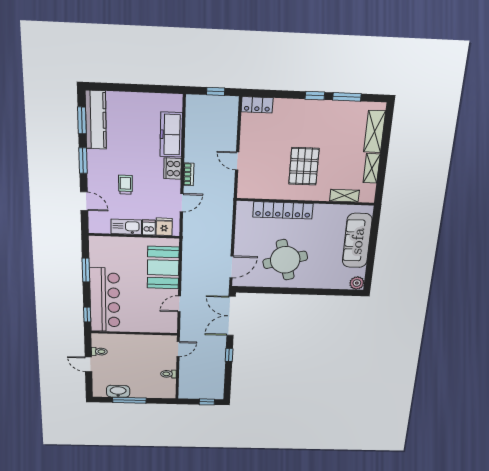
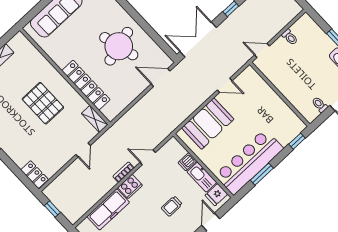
pallet: (304, 166) -> (43, 103), turned 90
shelving: (344, 196) -> (95, 119), moved
fridge: (164, 227) -> (216, 195), moved
bar counter: (105, 300) -> (249, 162), moved
double door: (231, 316) -> (198, 40), swing flipped

